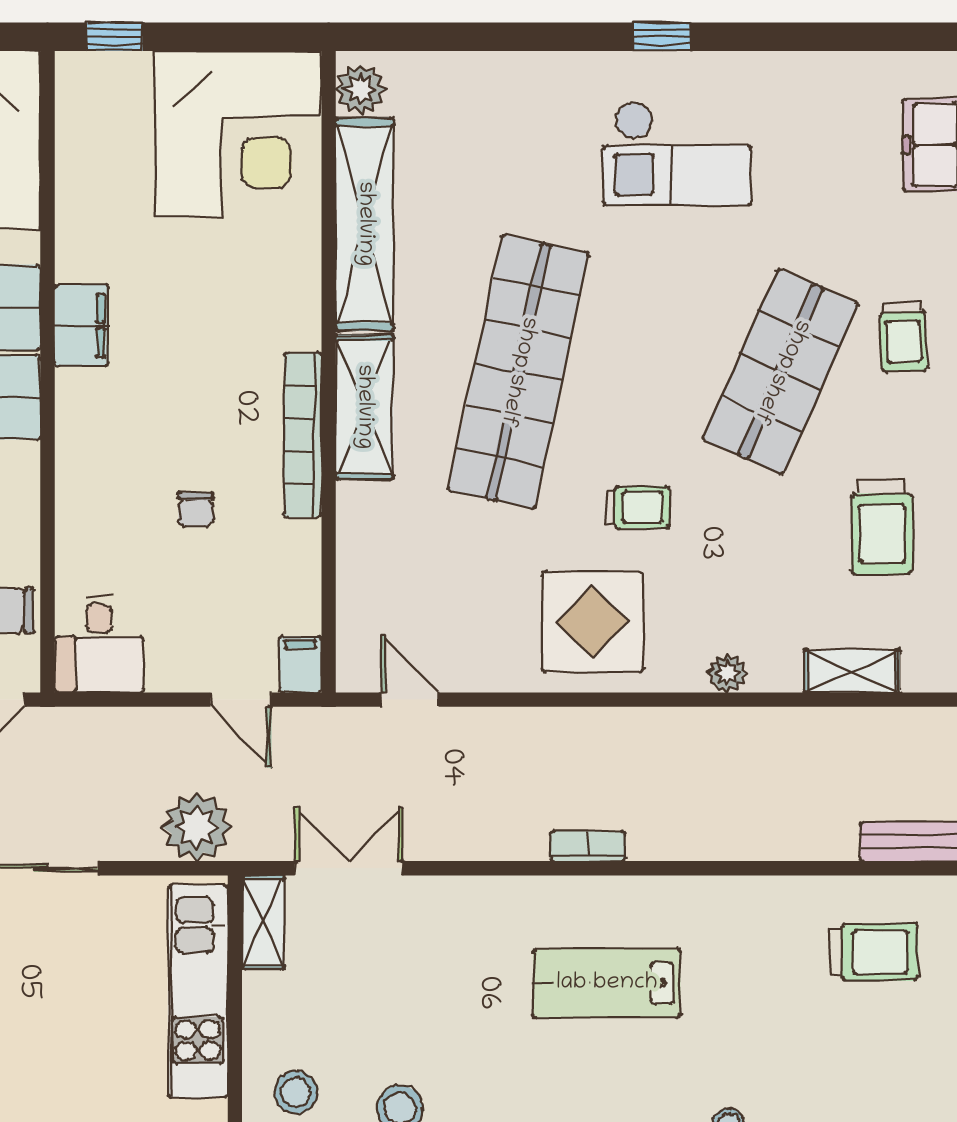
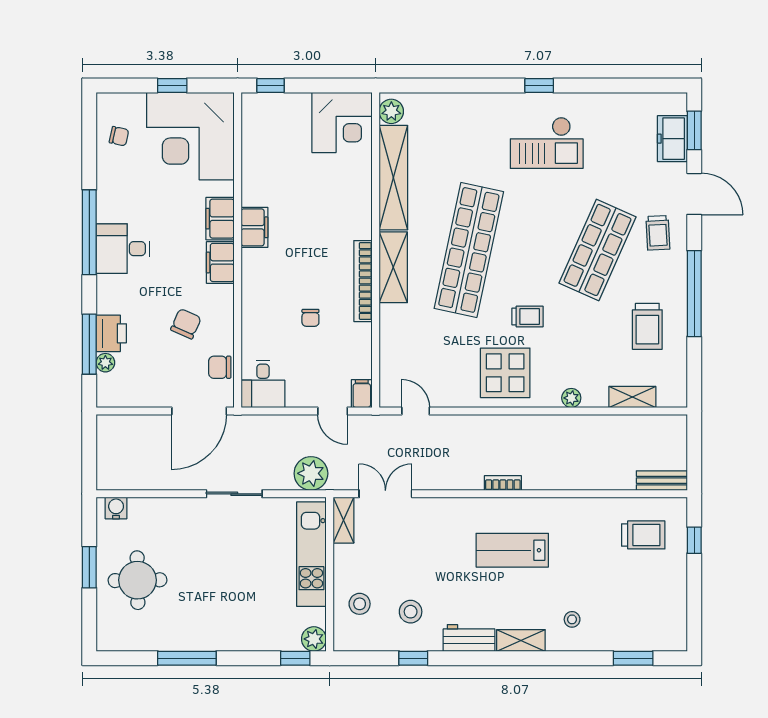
corner desk: (238, 134) -> (342, 123), width x0.74, depth x0.74

